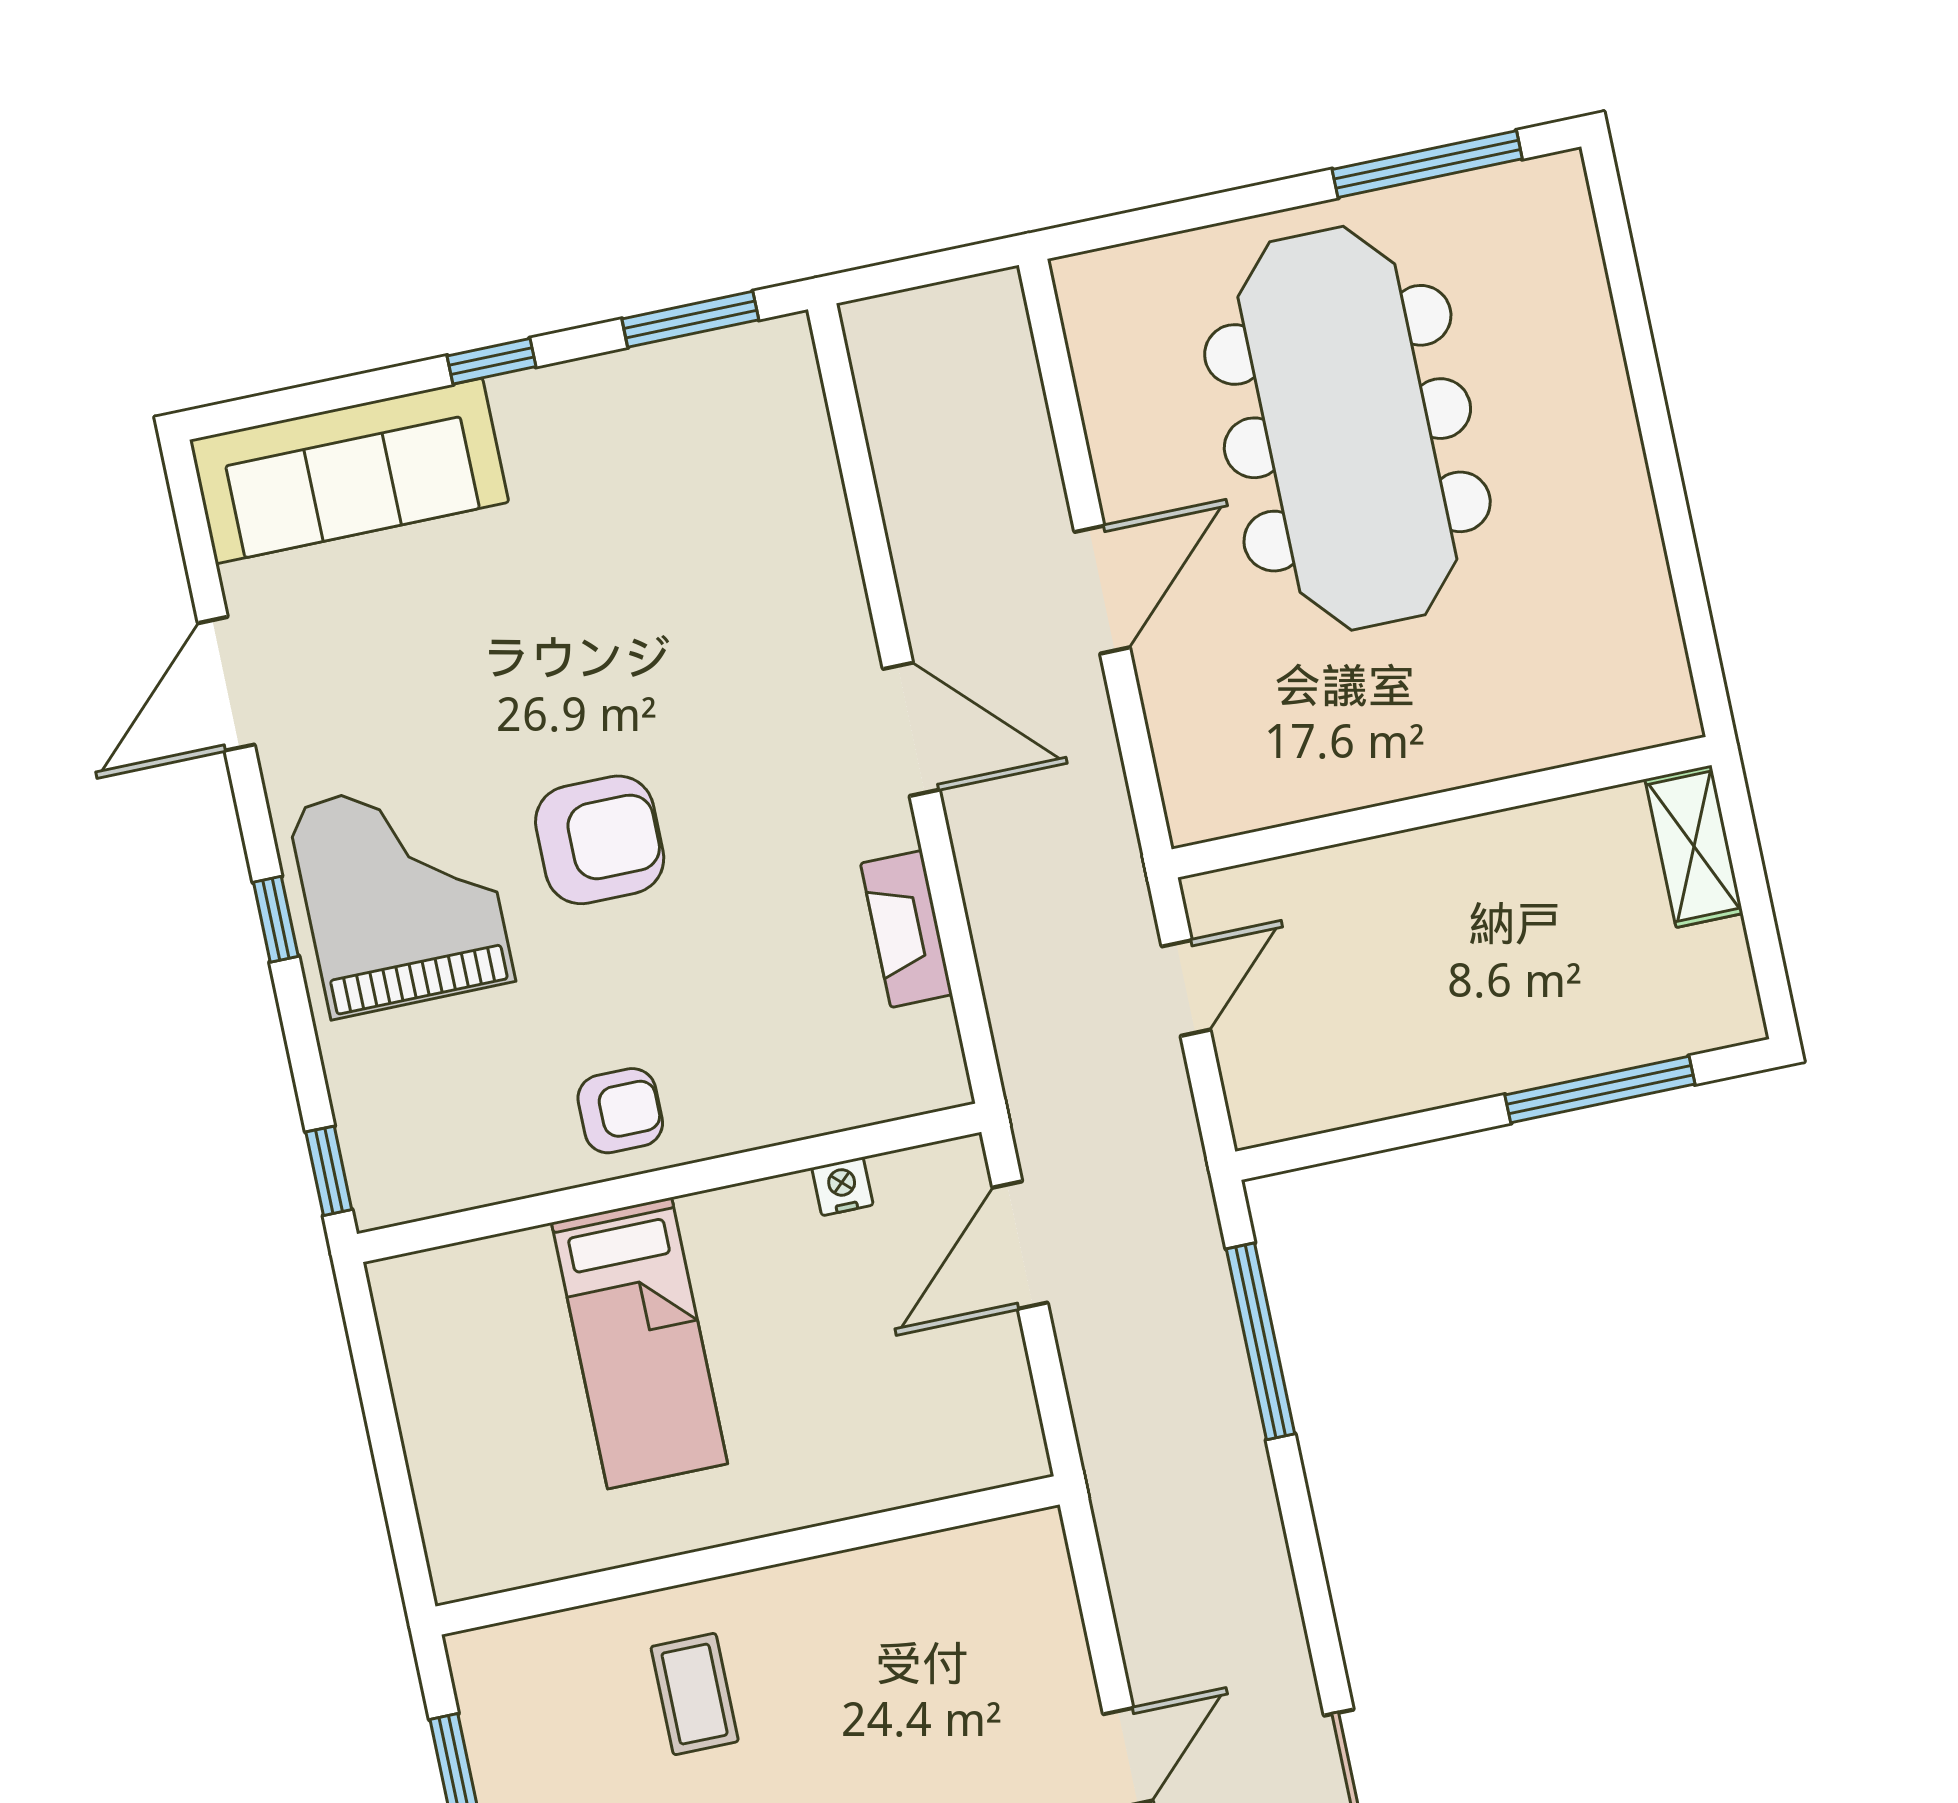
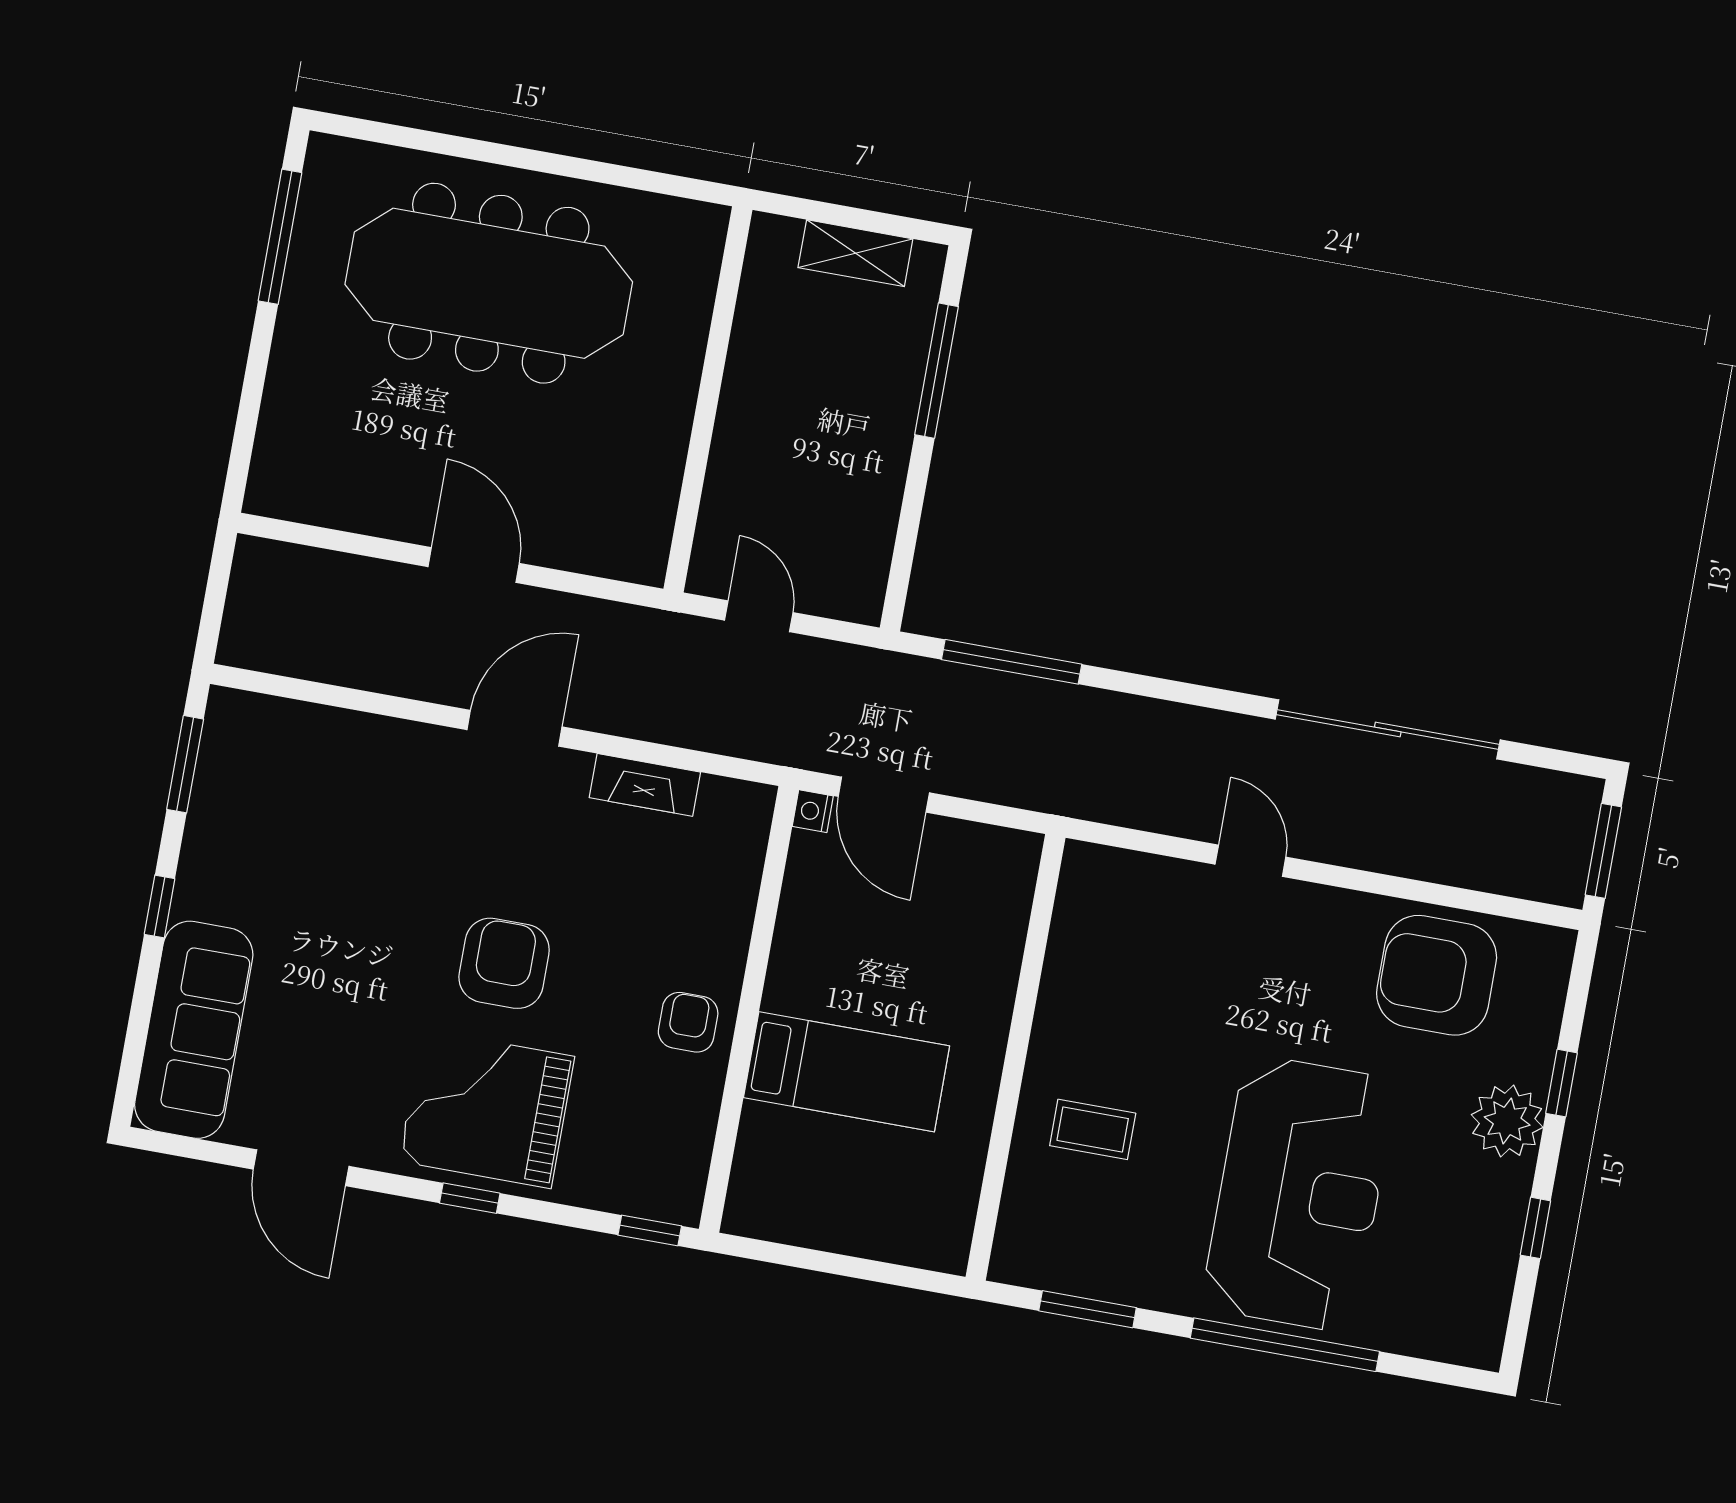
meeting table: (1347, 428) -> (489, 283), moved
shelving: (1694, 846) -> (855, 253), moved
nightstand: (842, 1186) -> (813, 811), moved

